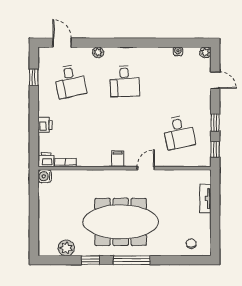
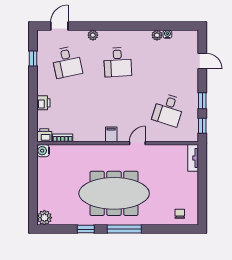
door: (62, 43) -> (59, 26), hinge flipped
plant: (205, 52) -> (157, 35), moved
desk: (179, 132) -> (168, 110), turned 30
tv unit: (205, 199) -> (193, 158), moved
plant: (66, 248) -> (44, 218), moved

